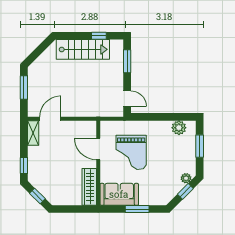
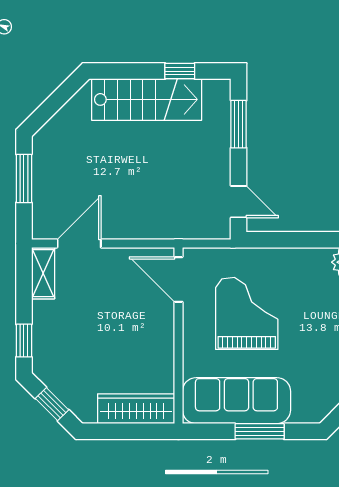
door: (98, 149) -> (179, 279), moved
grand piano: (131, 152) -> (247, 313), turned 180
wardrobe: (89, 187) -> (136, 409), moved, turned 90
sofa: (119, 194) -> (236, 401), width x1.36

